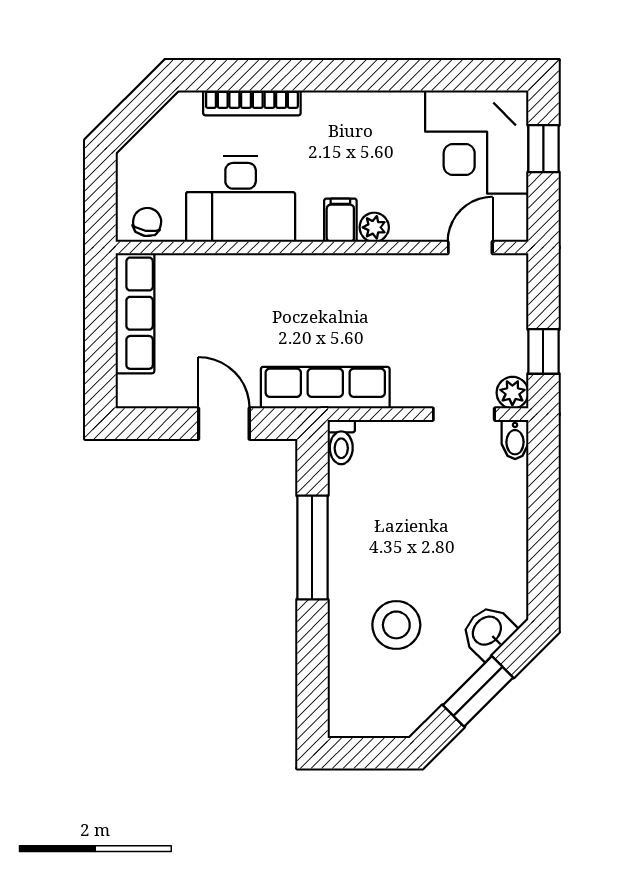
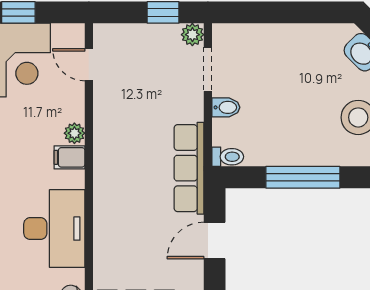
bidet: (515, 439) -> (226, 107), moved

